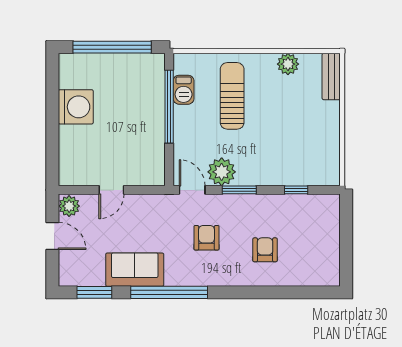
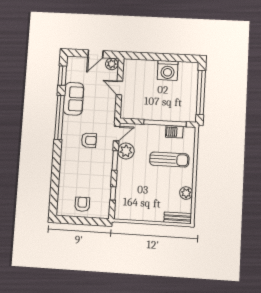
armchair: (265, 250) -> (82, 204), moved, turned -90

